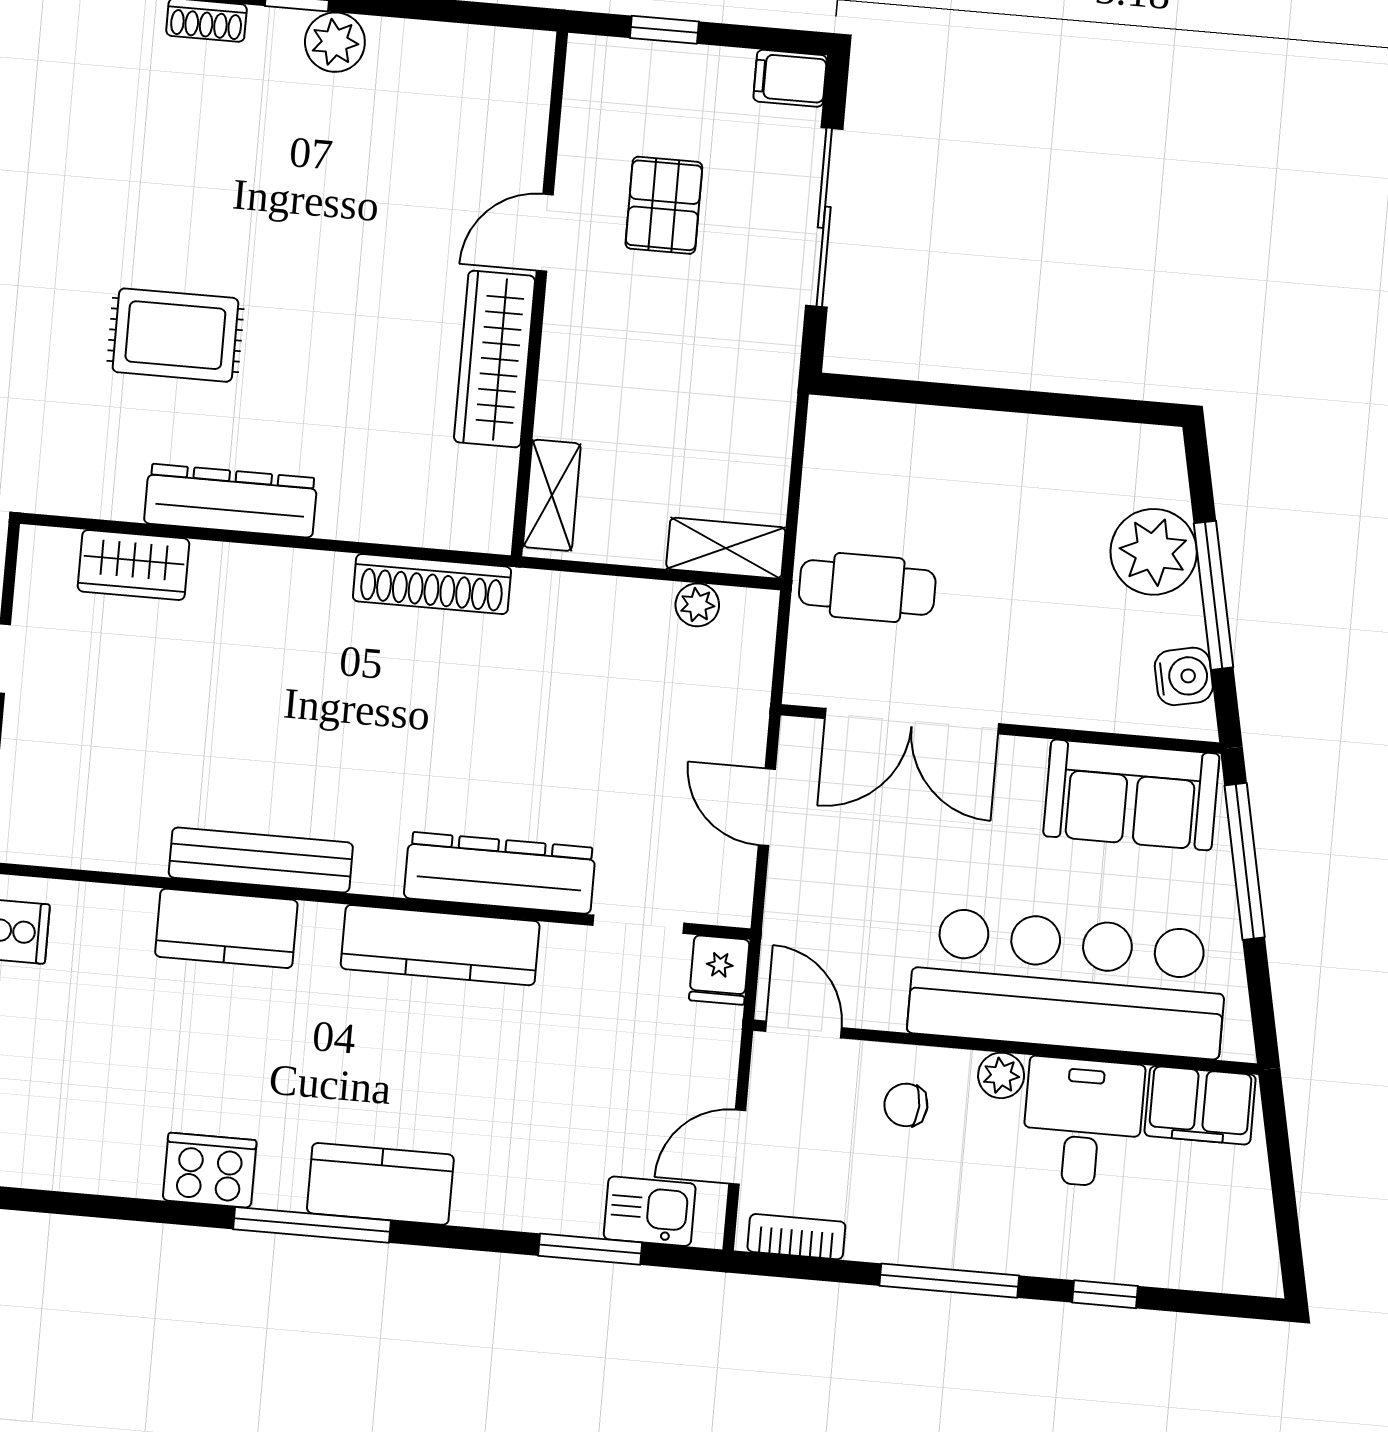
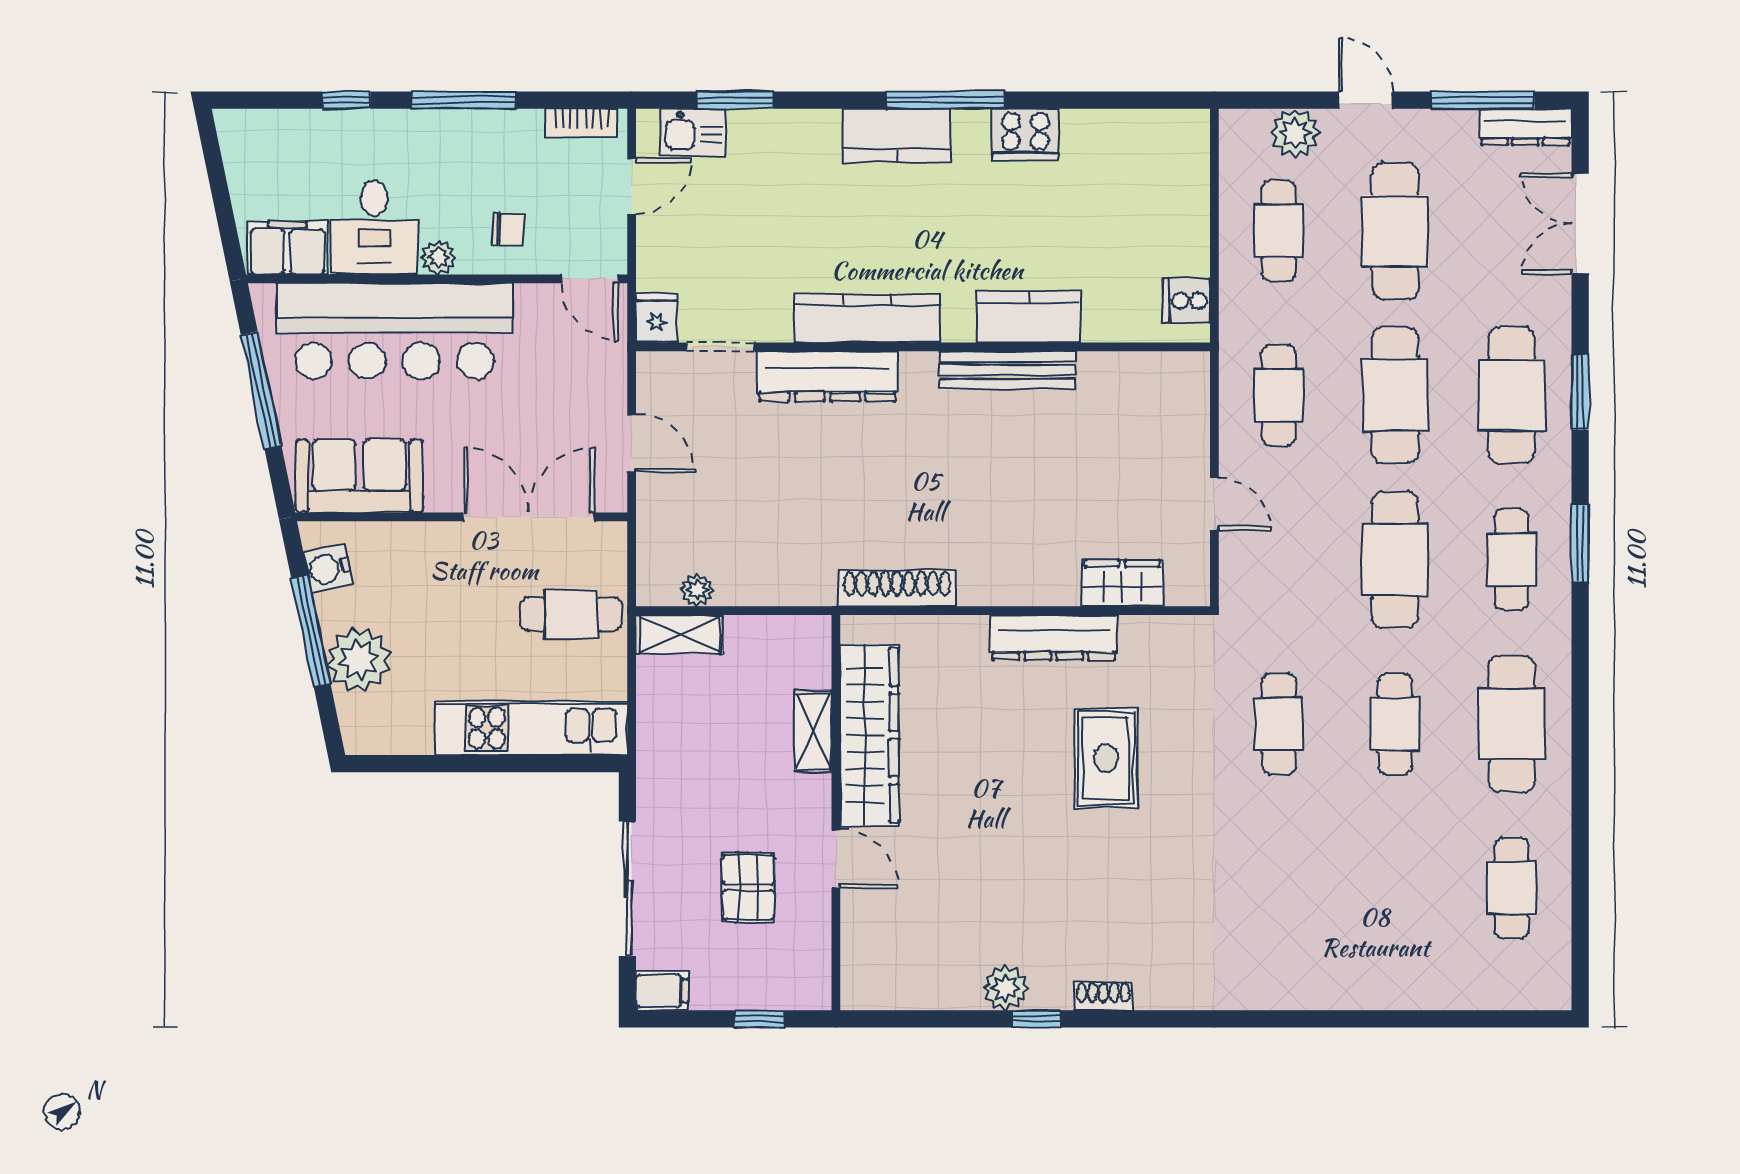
door: (545, 233) -> (836, 859), hinge flipped
rug: (175, 335) -> (1106, 758), turned 90
wardrobe: (495, 359) -> (869, 735), width x1.40, depth x1.17
kitchen unit: (933, 441) -> (531, 728), added
shelving: (552, 495) -> (813, 732), moved
window: (1245, 861) -> (261, 390), moved

